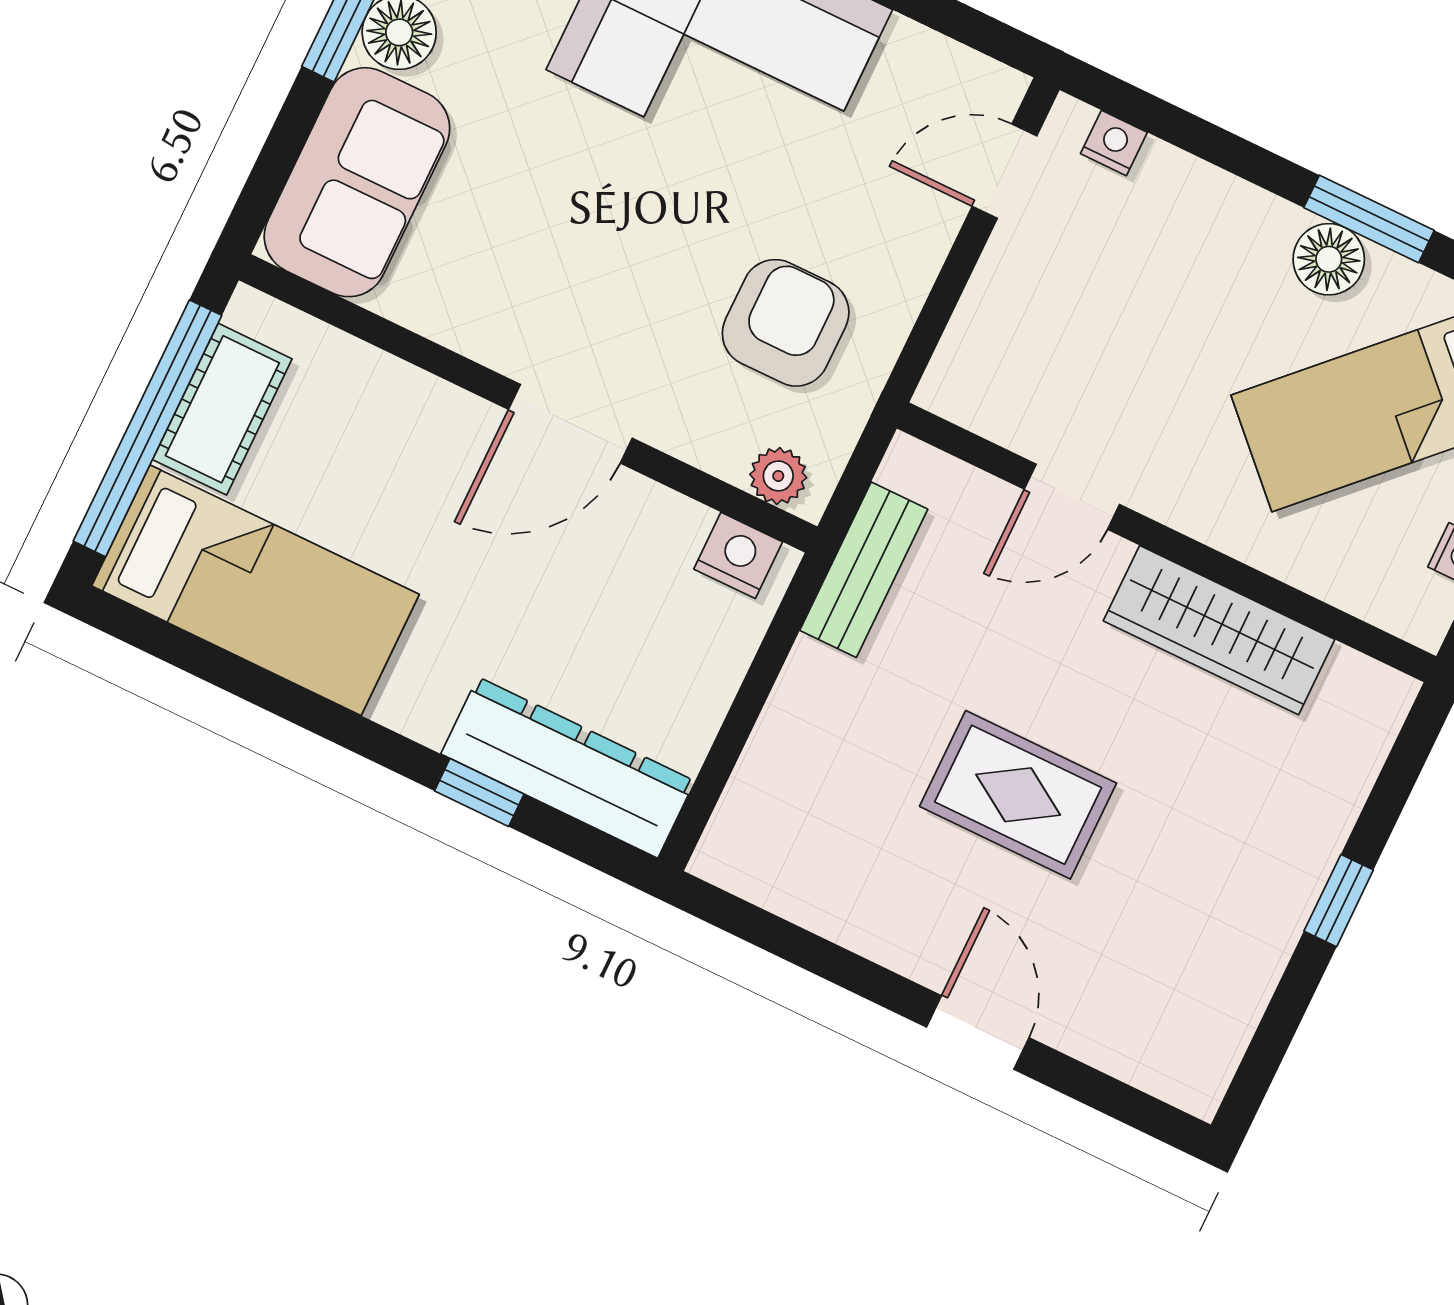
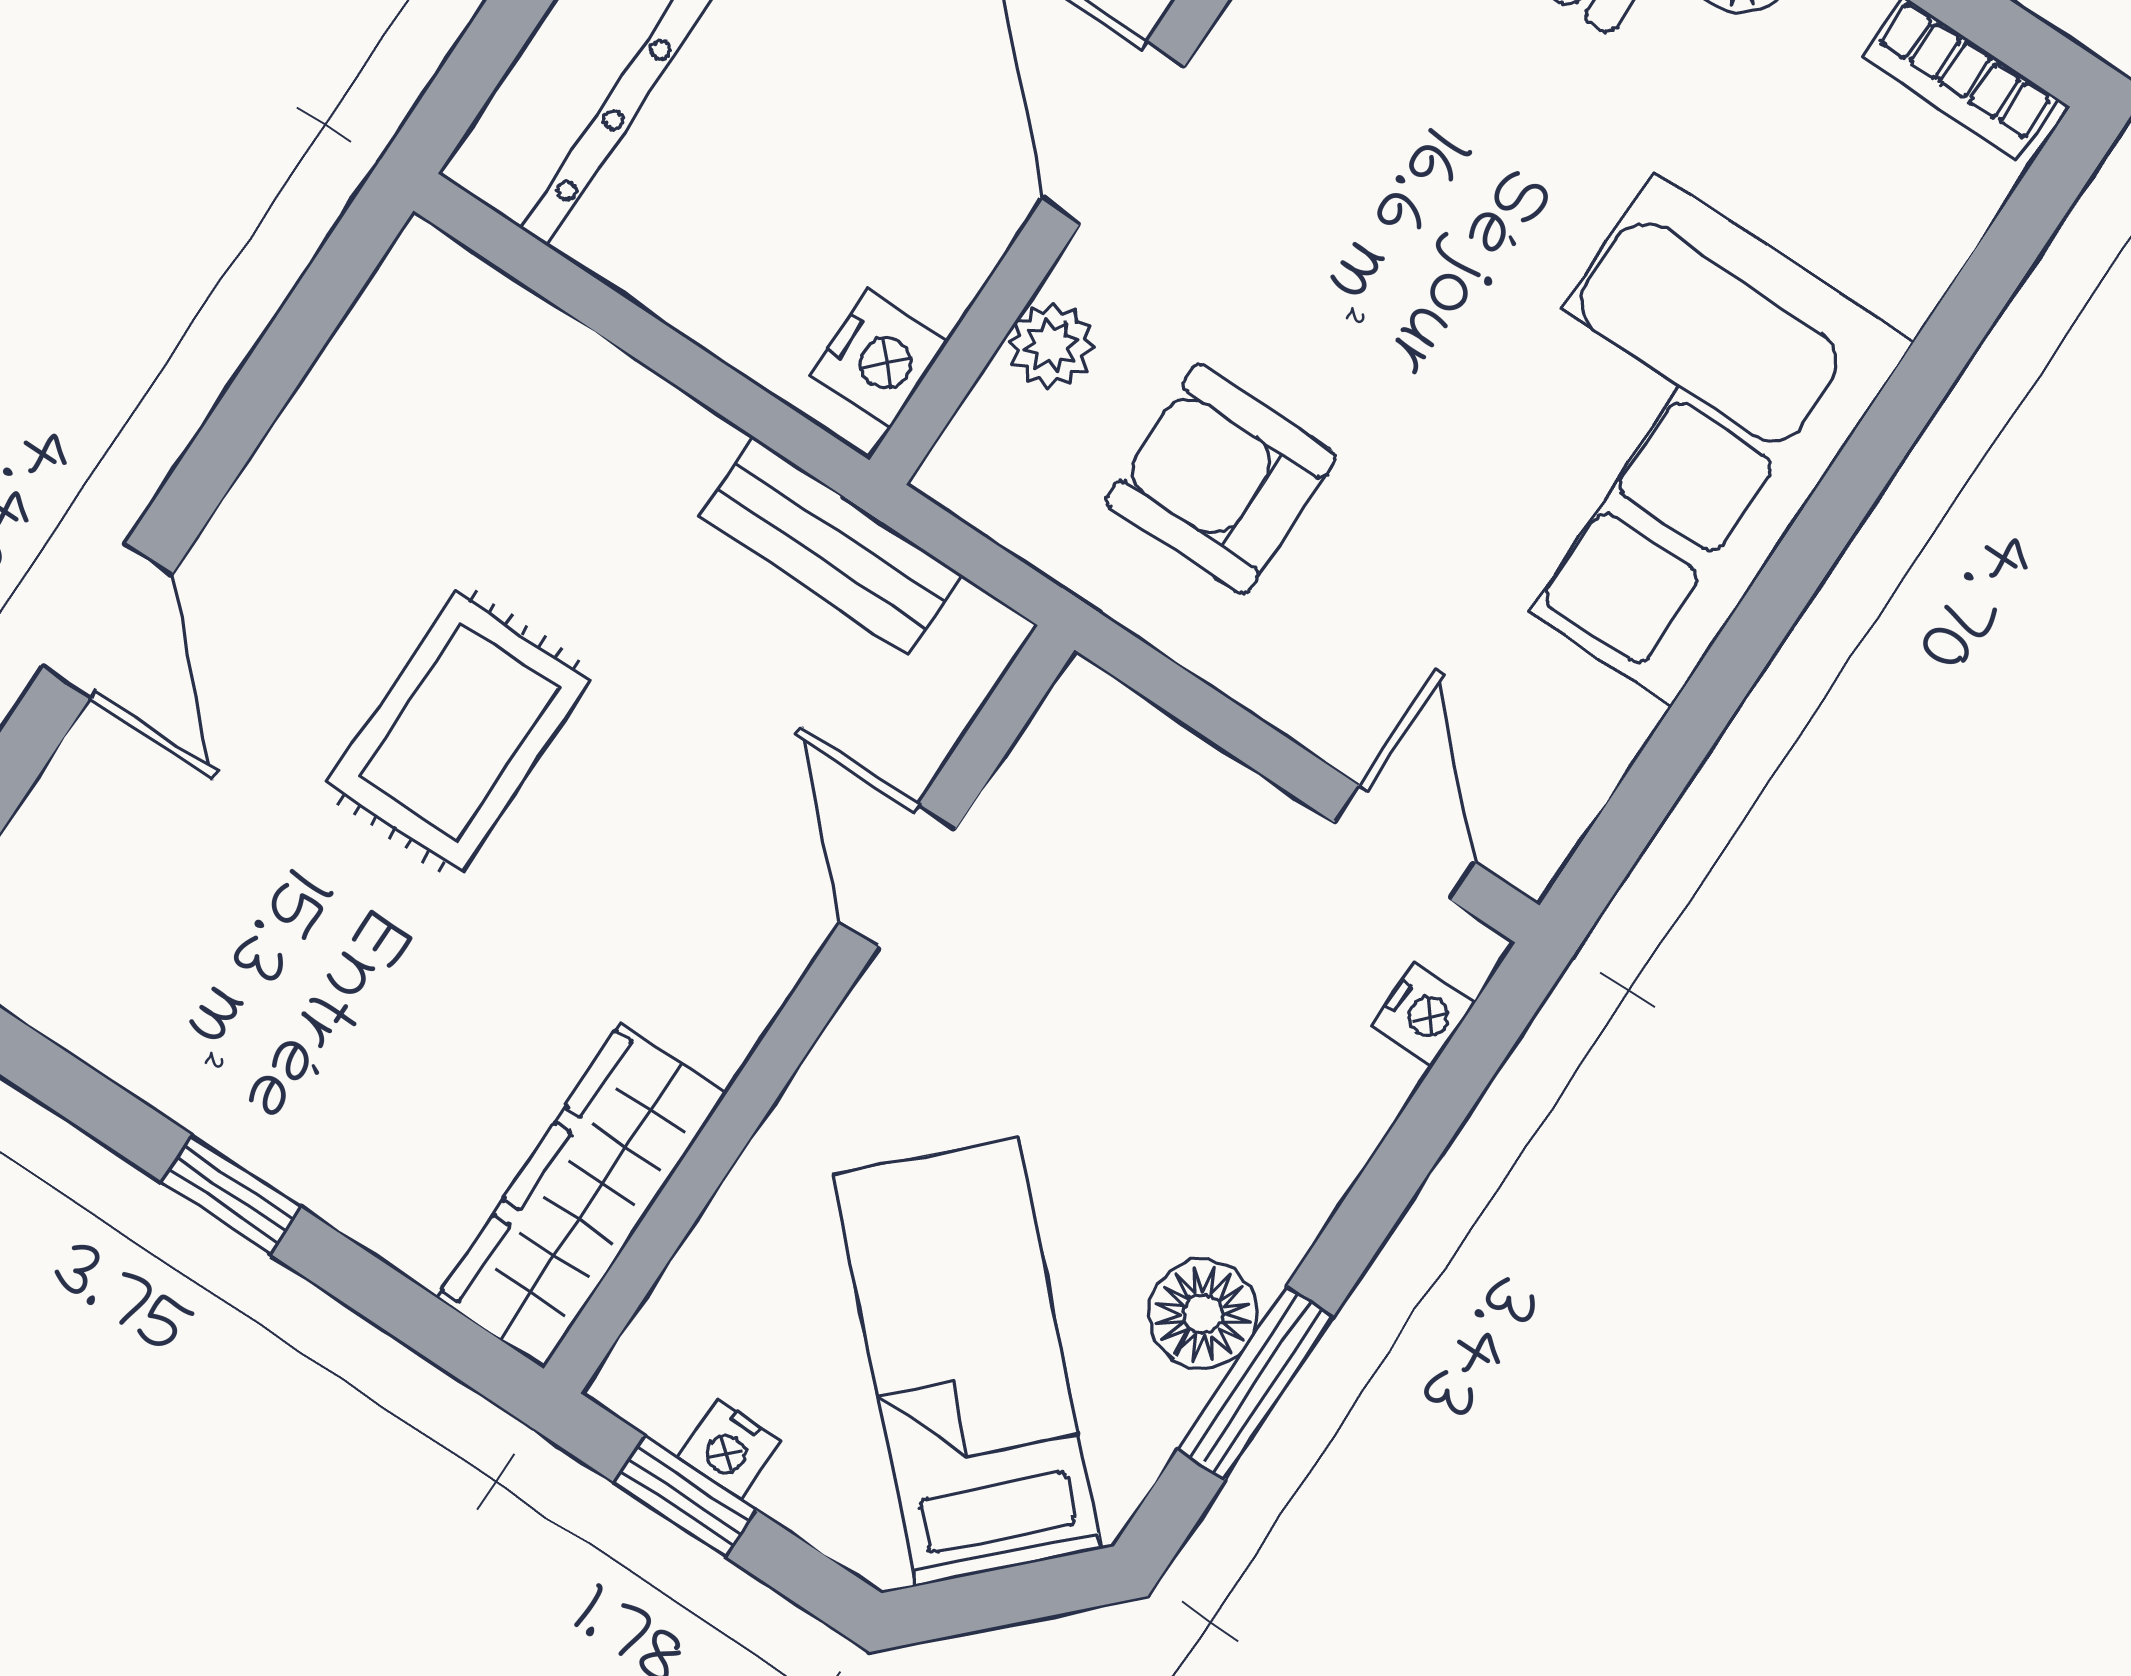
armchair: (786, 323) -> (1221, 479), turned 180
plant: (778, 476) -> (1051, 345), moved
wardrobe: (1219, 630) -> (582, 1196), moved
door: (978, 1032) -> (108, 621), hinge flipped

